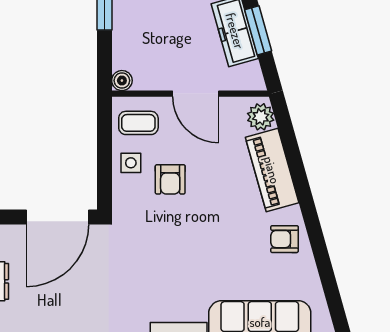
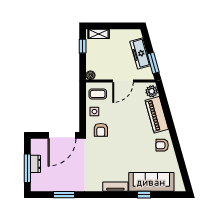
window: (258, 30) -> (153, 63), moved
door: (196, 94) -> (123, 81), hinge flipped
armchair: (170, 179) -> (101, 130), moved

